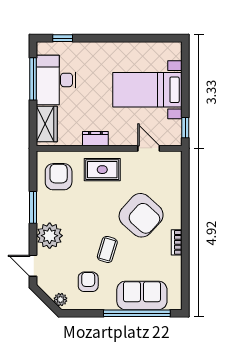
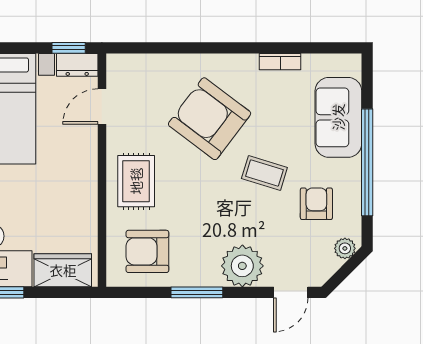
dresser: (95, 139) -> (77, 65), moved, turned -90
armchair: (141, 215) -> (210, 119), turned -95
bookcase: (177, 242) -> (280, 62), moved
armchair: (88, 282) -> (316, 204), turned 90
window: (137, 313) -> (367, 162), moved

